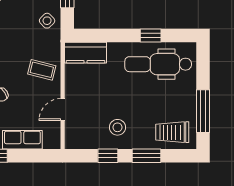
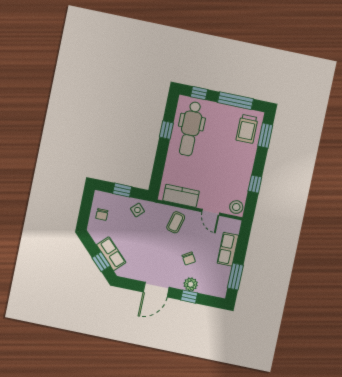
kitchen counter: (86, 53) -> (181, 196), moved, turned -90
window: (203, 65) -> (199, 93), added
stool: (117, 127) -> (236, 207), moved
window: (146, 156) -> (265, 135), moved

